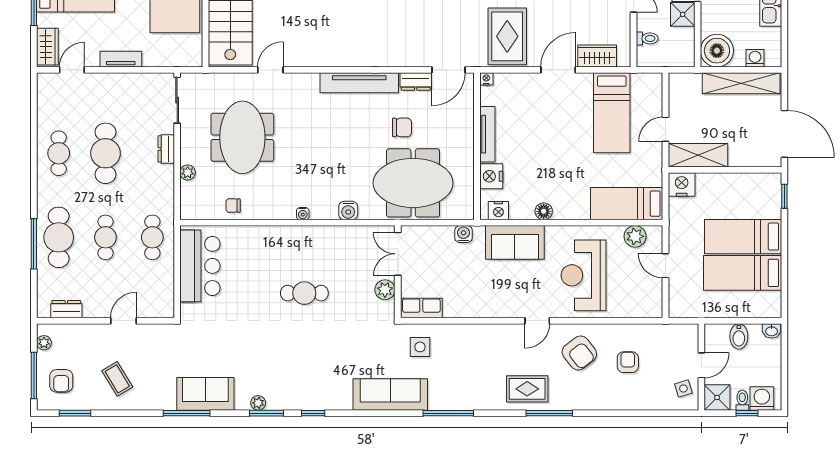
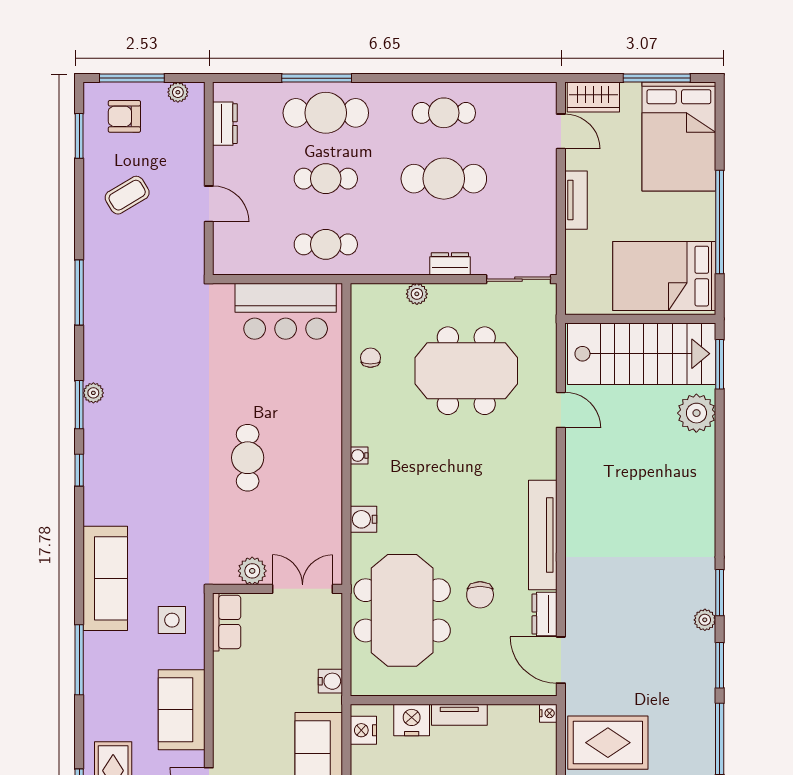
tv unit: (487, 134) -> (459, 715), width x0.71
sofa: (205, 394) -> (182, 710), moved, turned 180

